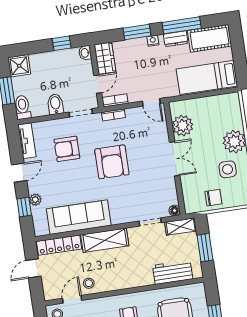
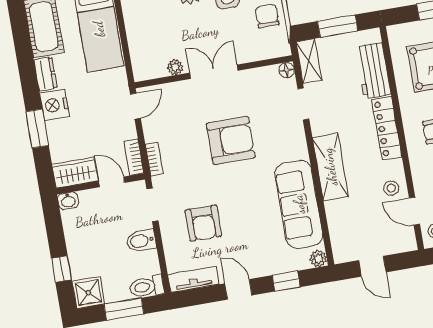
window: (182, 25) -> (26, 66), removed
nightstand: (153, 41) -> (54, 105), width x1.89, depth x1.79
window: (62, 43) -> (61, 269), moved
plant: (183, 126) -> (175, 67), width x0.53, depth x0.53
armchair: (112, 162) -> (231, 140), moved
plant: (35, 200) -> (318, 259), moved
locker: (59, 245) -> (387, 128), moved, turned 180

